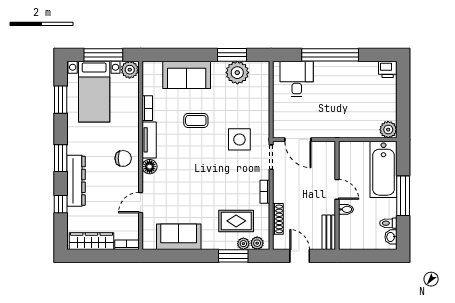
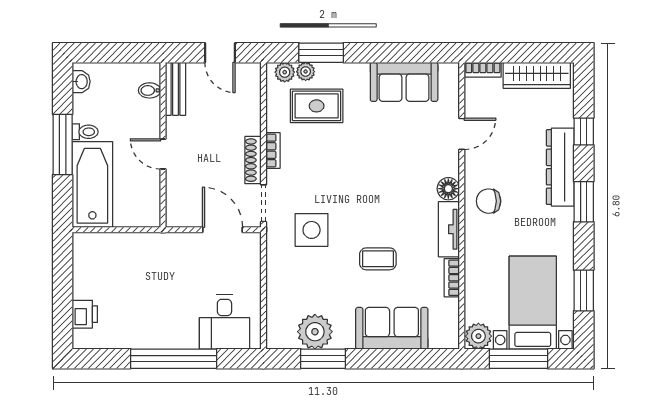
printer: (388, 69) -> (85, 314), moved, turned 90
plant: (388, 130) -> (85, 245), removed
bidet: (346, 209) -> (150, 90), moved
shoe rack: (278, 219) -> (253, 160), moved
toilet: (388, 223) -> (85, 132), moved

